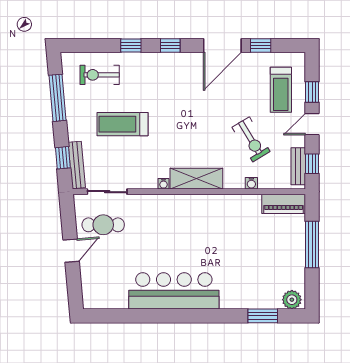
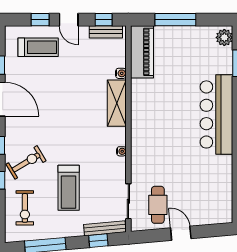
exercise bike: (251, 139) -> (26, 162), moved
shelving: (196, 179) -> (117, 103), moved
piano: (284, 204) -> (142, 52), width x1.37, depth x1.33
bar counter: (174, 291) -> (216, 114), moved

